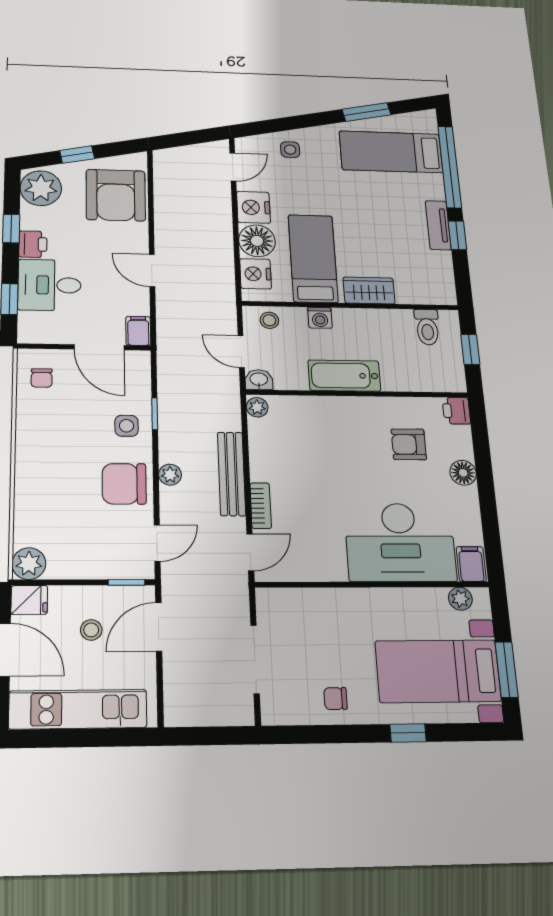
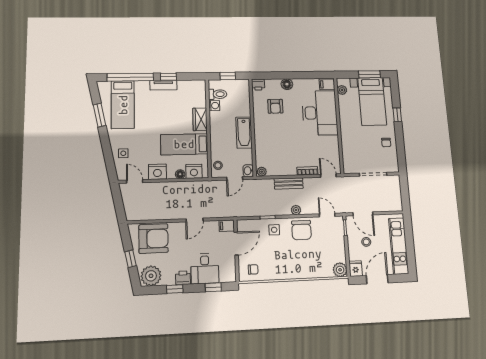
floor lamp: (257, 241) -> (180, 174), width x0.53, depth x0.53
washing machine: (320, 318) -> (214, 106), moved
bench: (231, 474) -> (289, 183), width x0.73

